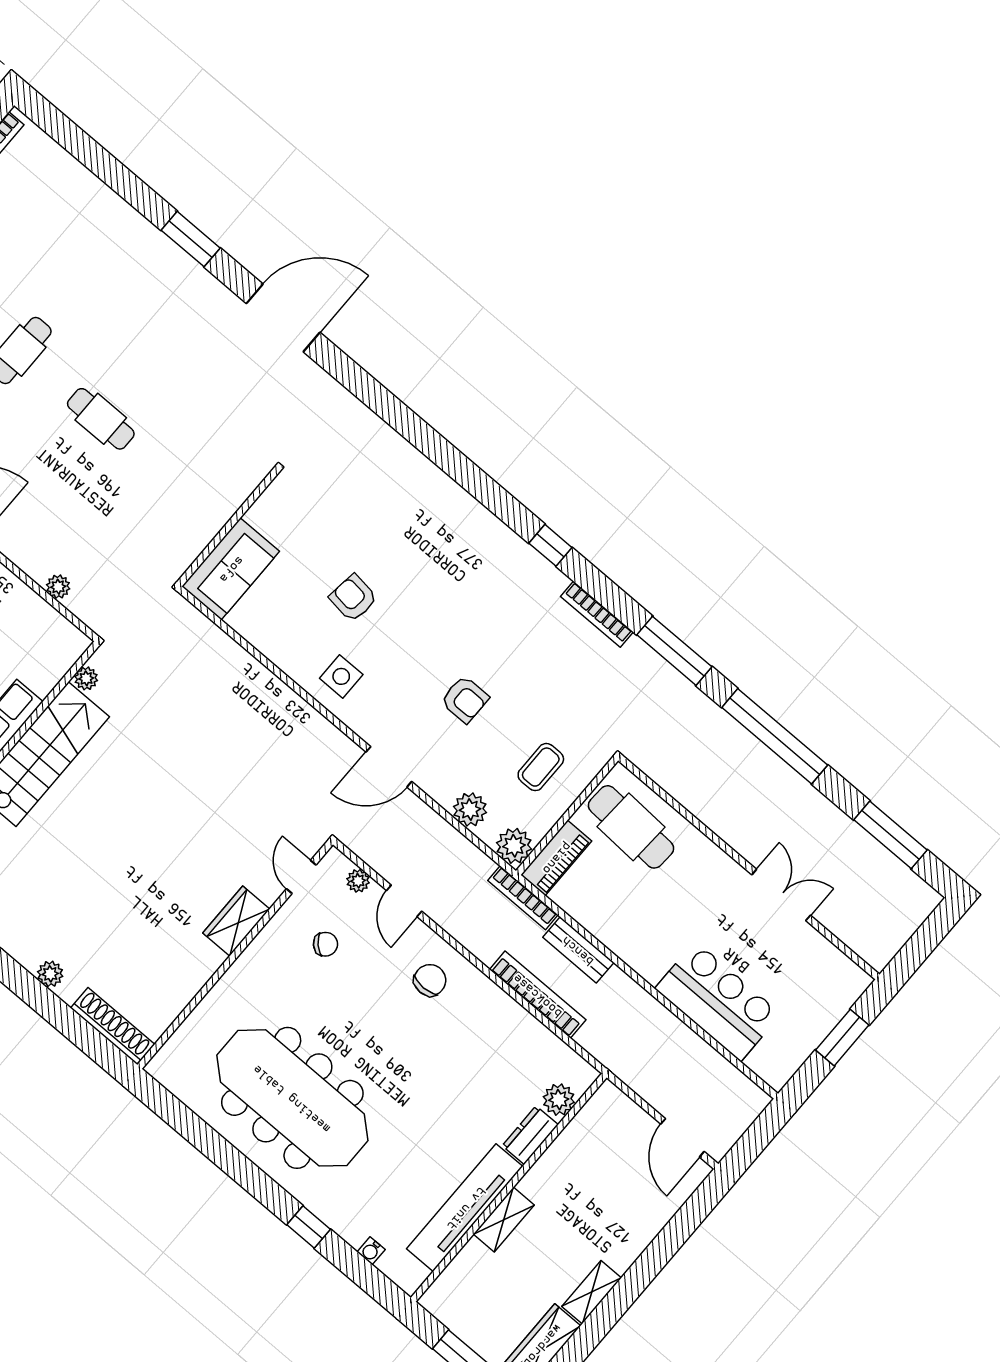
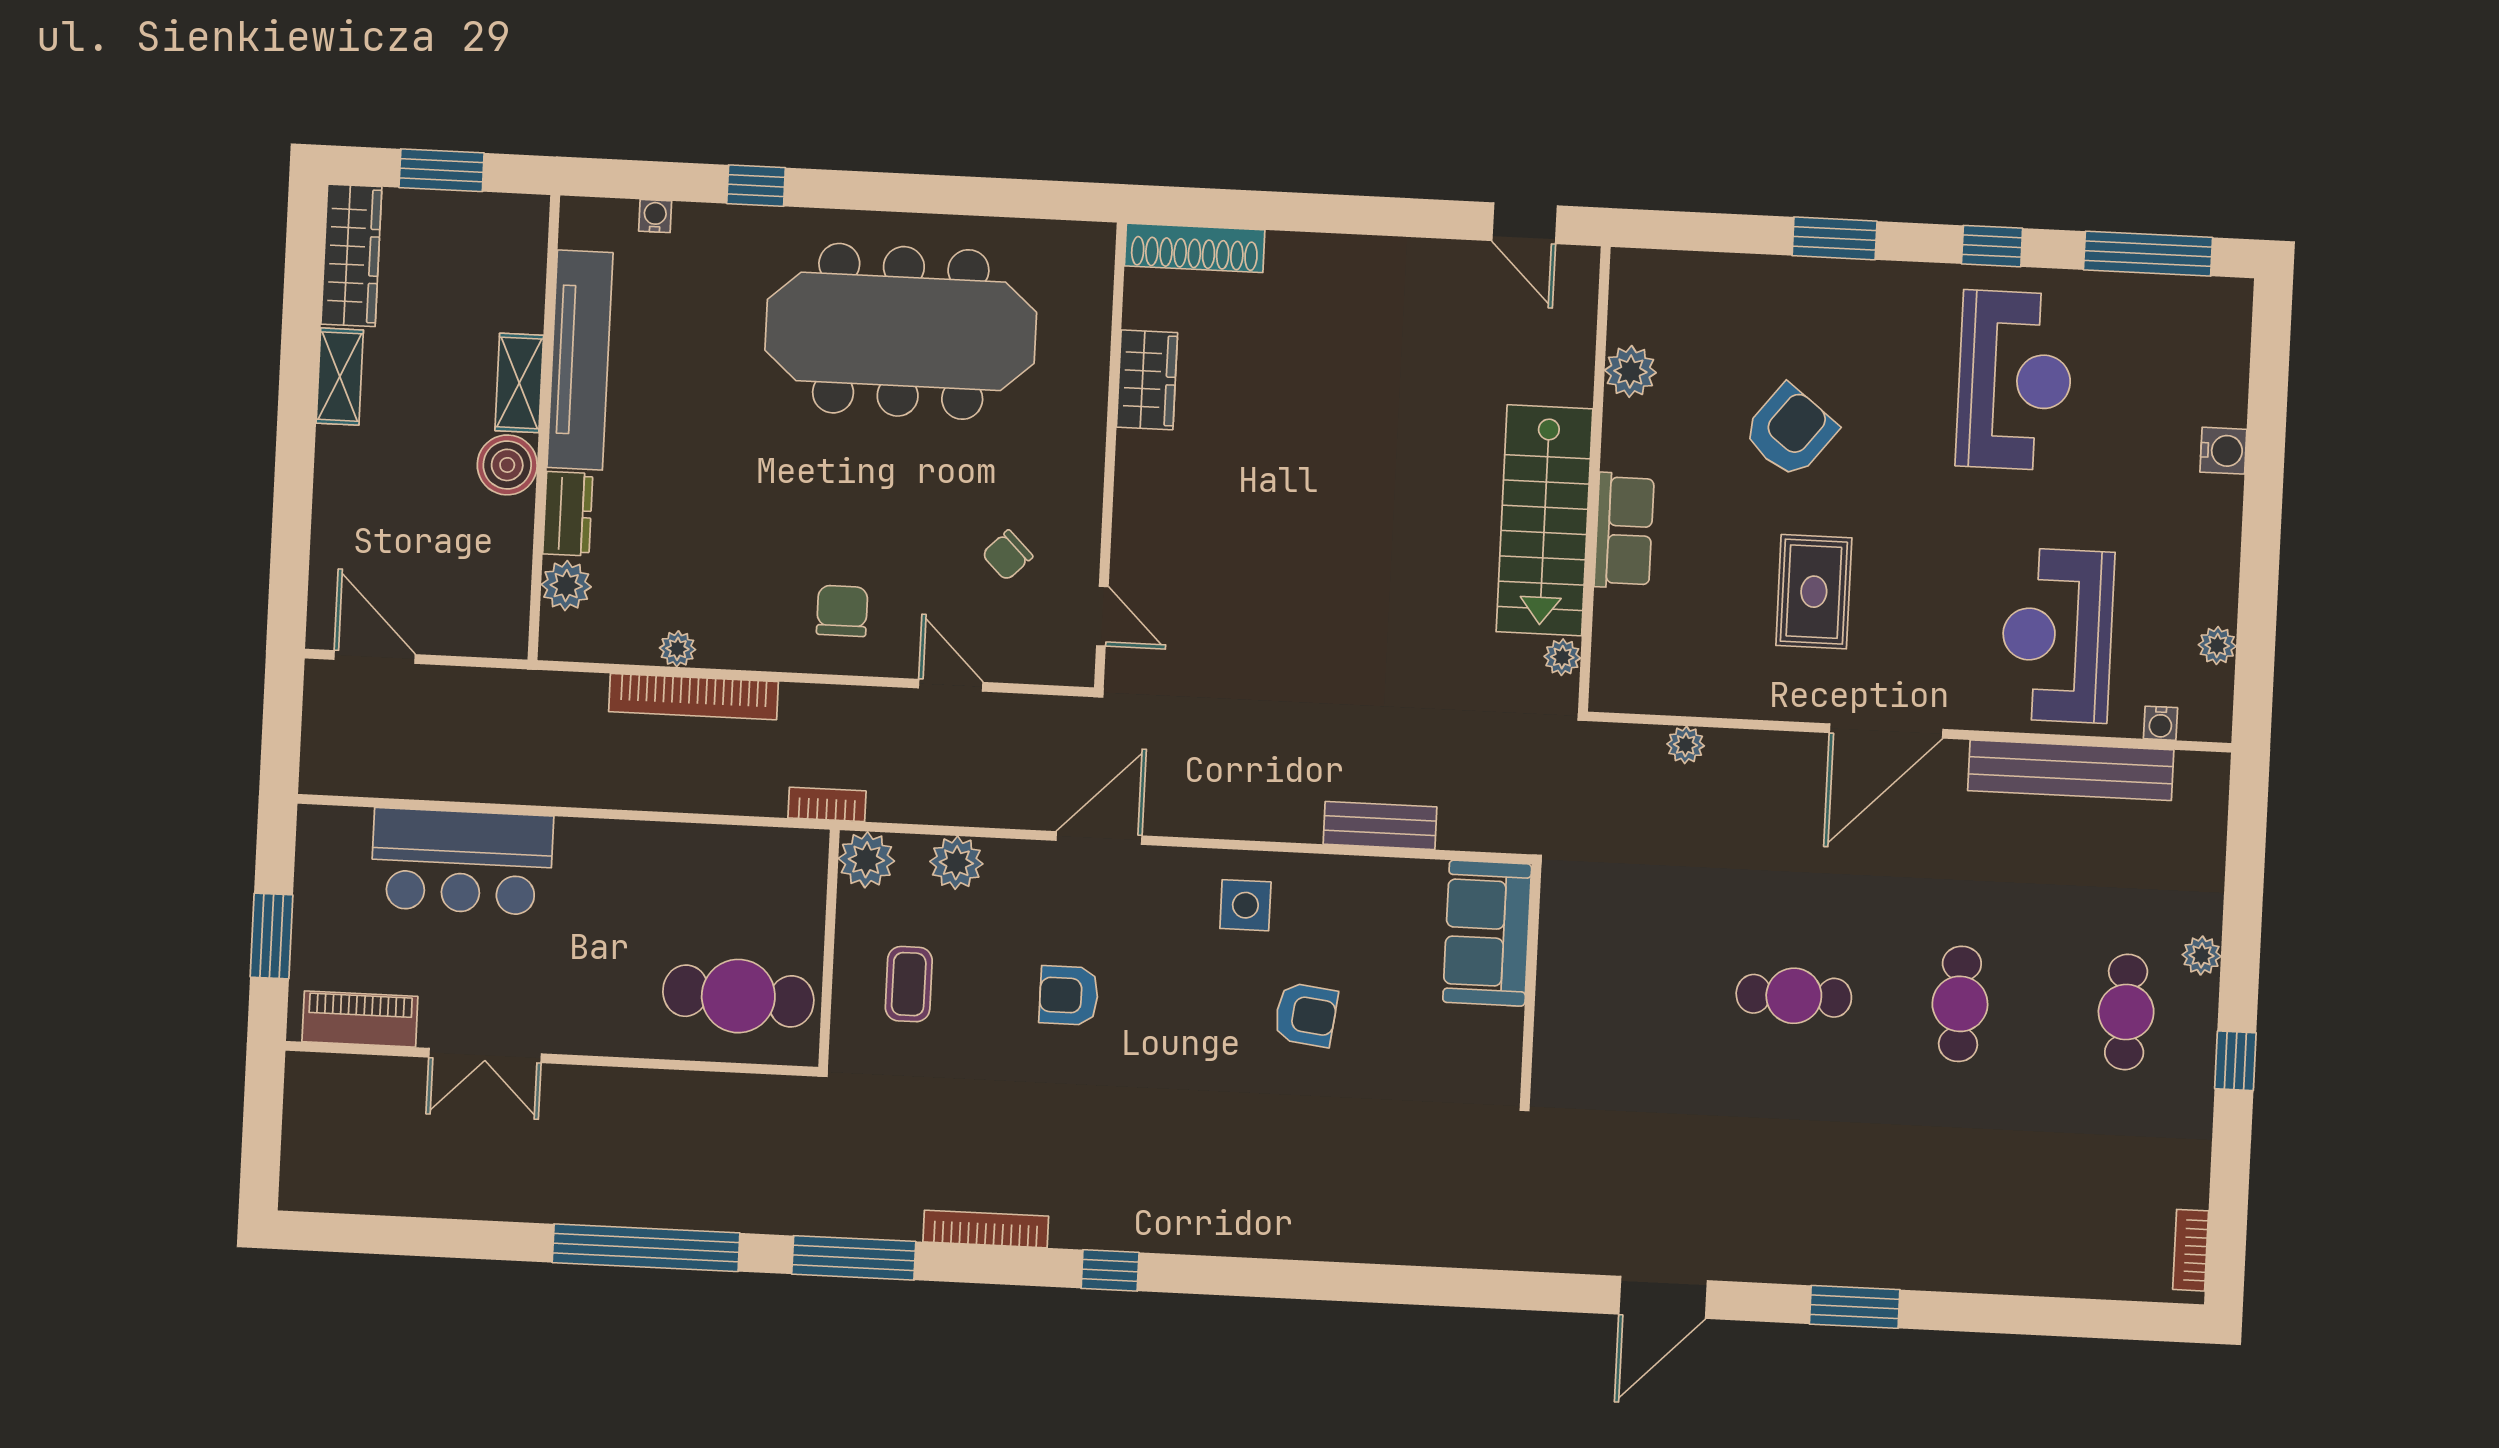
door: (283, 318) -> (1663, 1297), width x0.73
window: (891, 835) -> (406, 1236), removed
piano: (556, 858) -> (360, 1019), moved, turned 90
plant: (358, 881) -> (677, 649), moved
bookcase: (523, 898) -> (827, 804), width x0.64
wardrobe: (236, 921) -> (1147, 380), moved
bench: (578, 950) -> (1380, 826), moved
plant: (50, 974) -> (1323, 253), removed
chair: (430, 980) -> (842, 611), turned 180
boiler: (542, 1183) -> (507, 465), added

